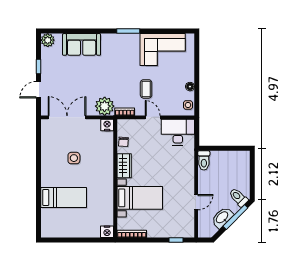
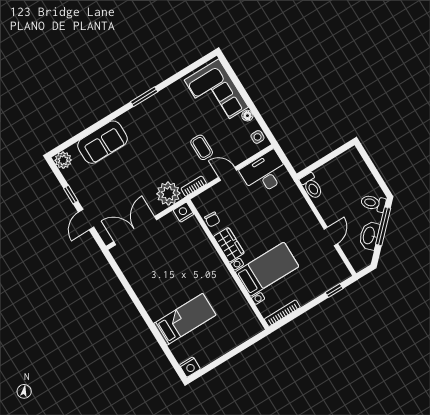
corner sofa: (163, 50) -> (216, 93), moved, turned 90
side table: (74, 158) -> (170, 270), removed
nightstand: (107, 232) -> (190, 367), moved

